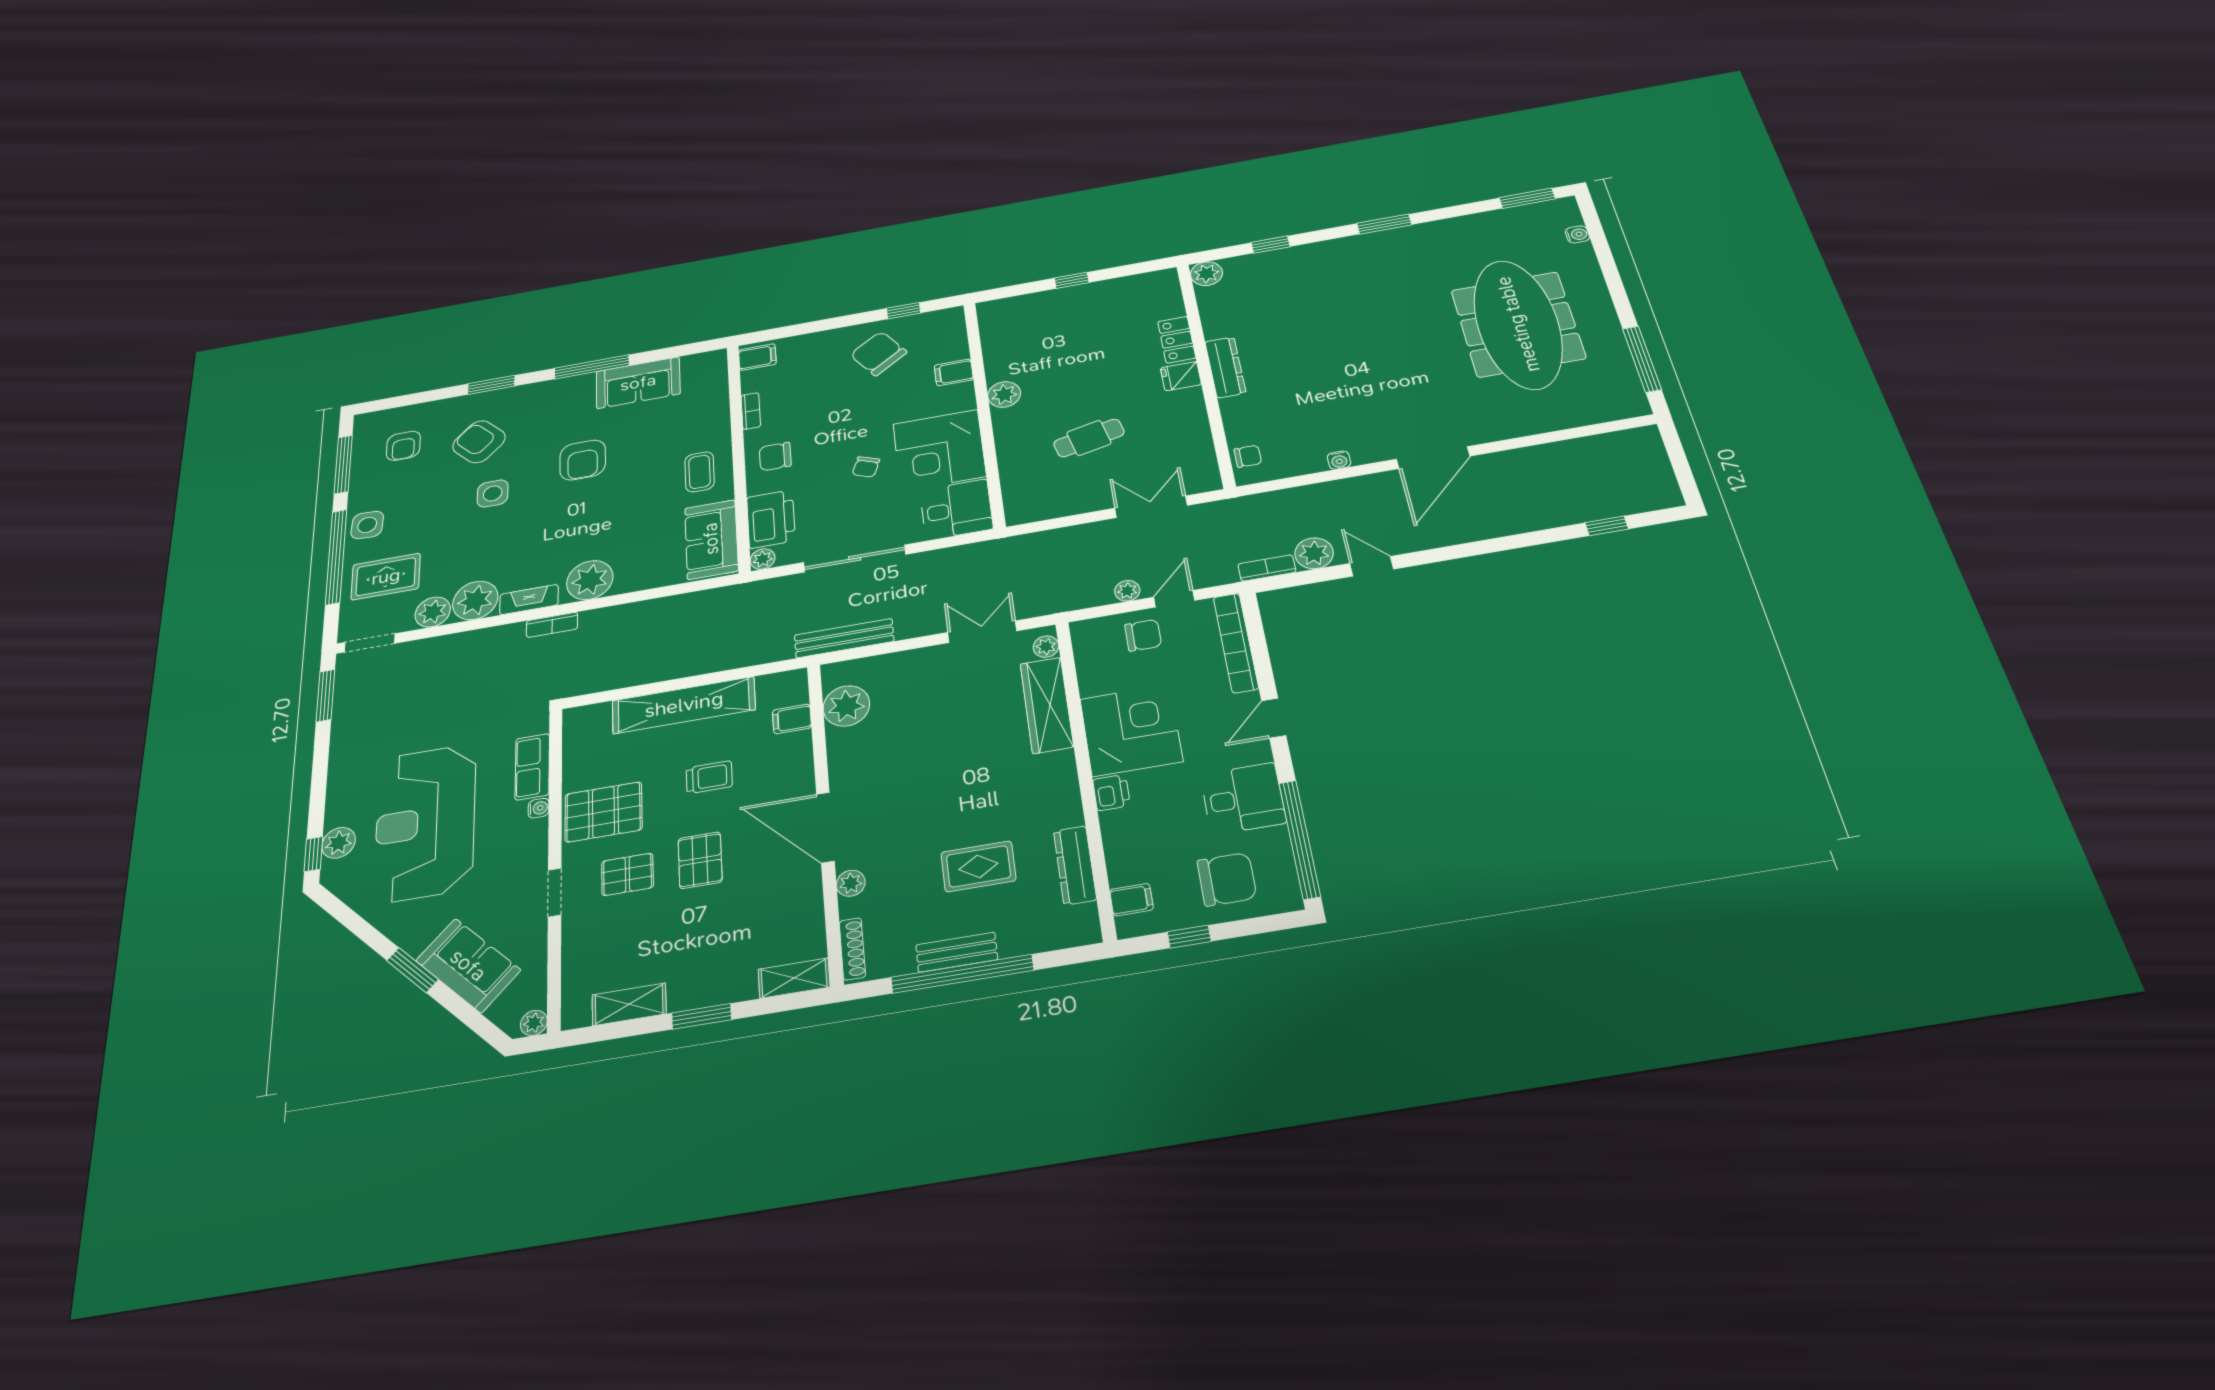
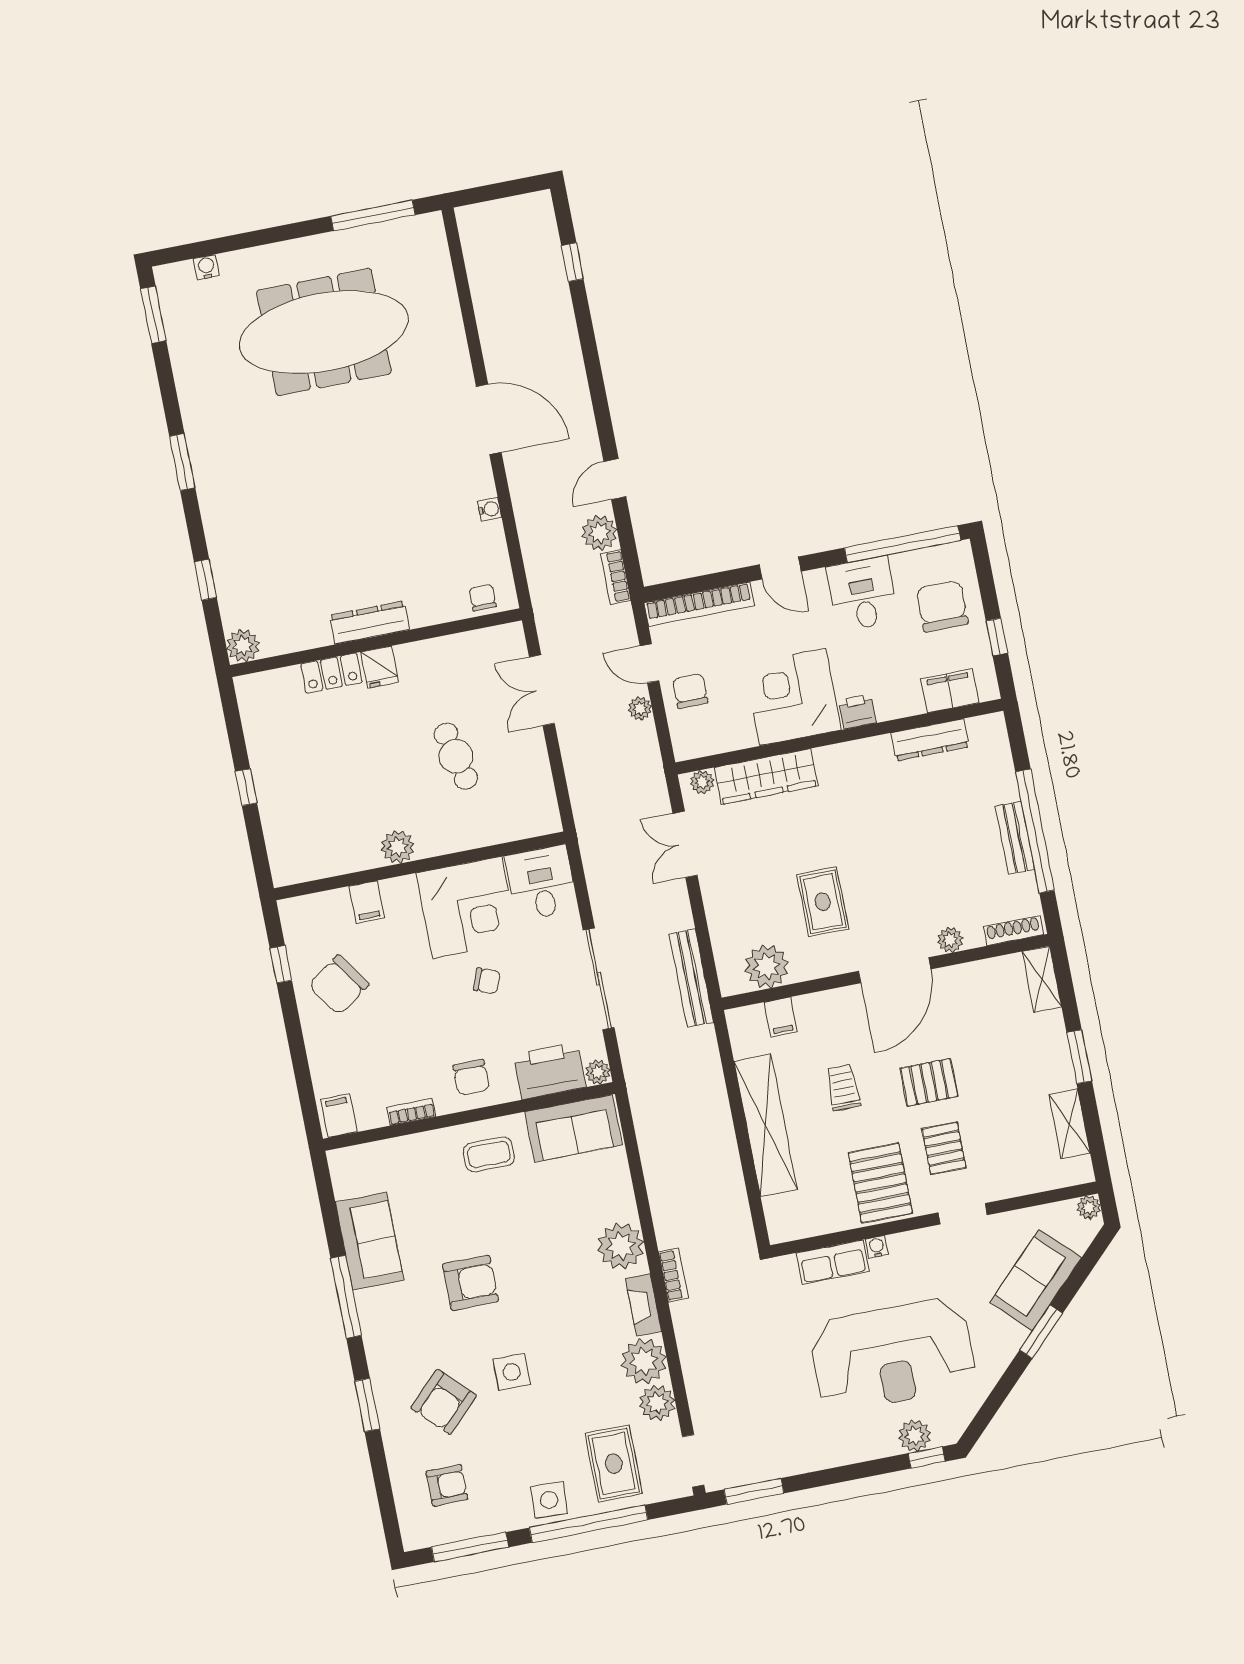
rug: (978, 866) -> (823, 902), moved
filing cabinet: (1131, 900) -> (950, 691), width x2.00

